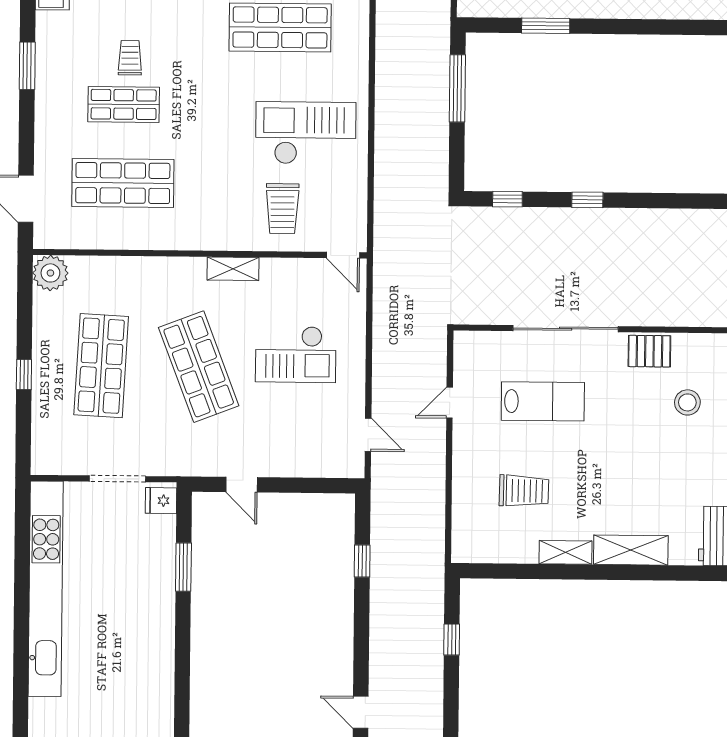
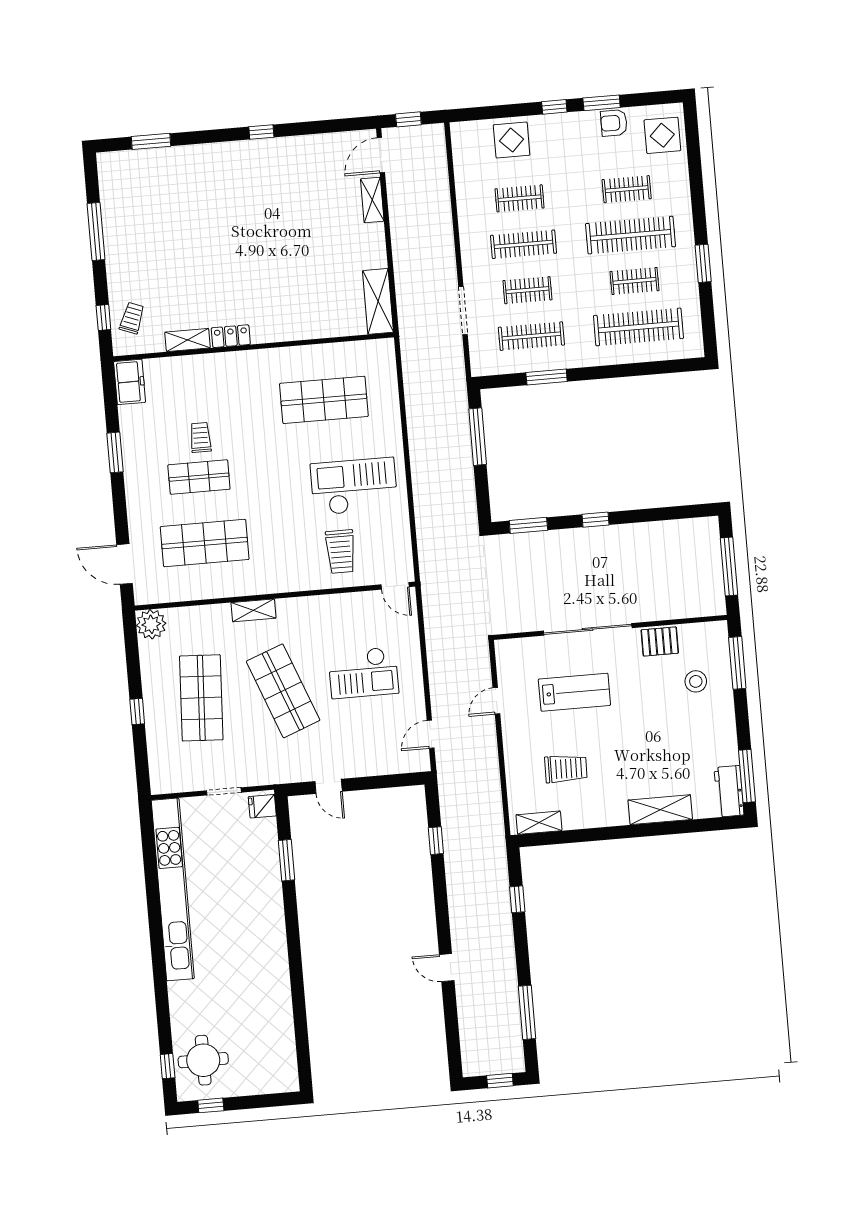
window: (507, 199) -> (528, 525), width x1.50
shelving: (233, 269) -> (253, 610), moved
door: (368, 435) -> (431, 734), swing flipped
doorway: (117, 479) -> (224, 791), width x0.73
shelving: (565, 552) -> (539, 823), moved

